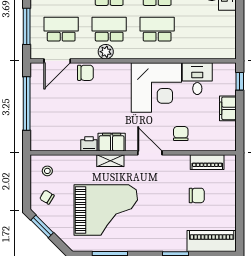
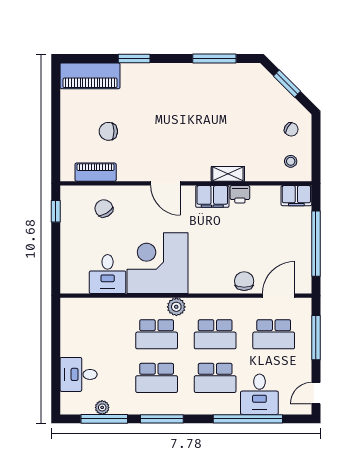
plant: (106, 52) -> (176, 307), moved
chair: (85, 73) -> (244, 281), turned 90
window: (240, 81) -> (56, 211), moved
filing cabinet: (228, 108) -> (296, 196), moved, turned 90
chair: (181, 134) -> (104, 208), moved, turned 149
shelving: (110, 161) -> (228, 174), moved
grand piano: (106, 210) -> (219, 114), removed
window: (42, 226) -> (287, 84), moved

